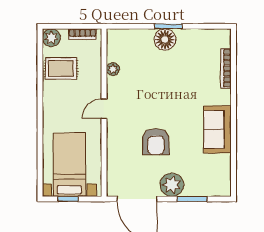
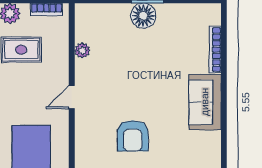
sofa: (217, 129) -> (205, 102), moved

